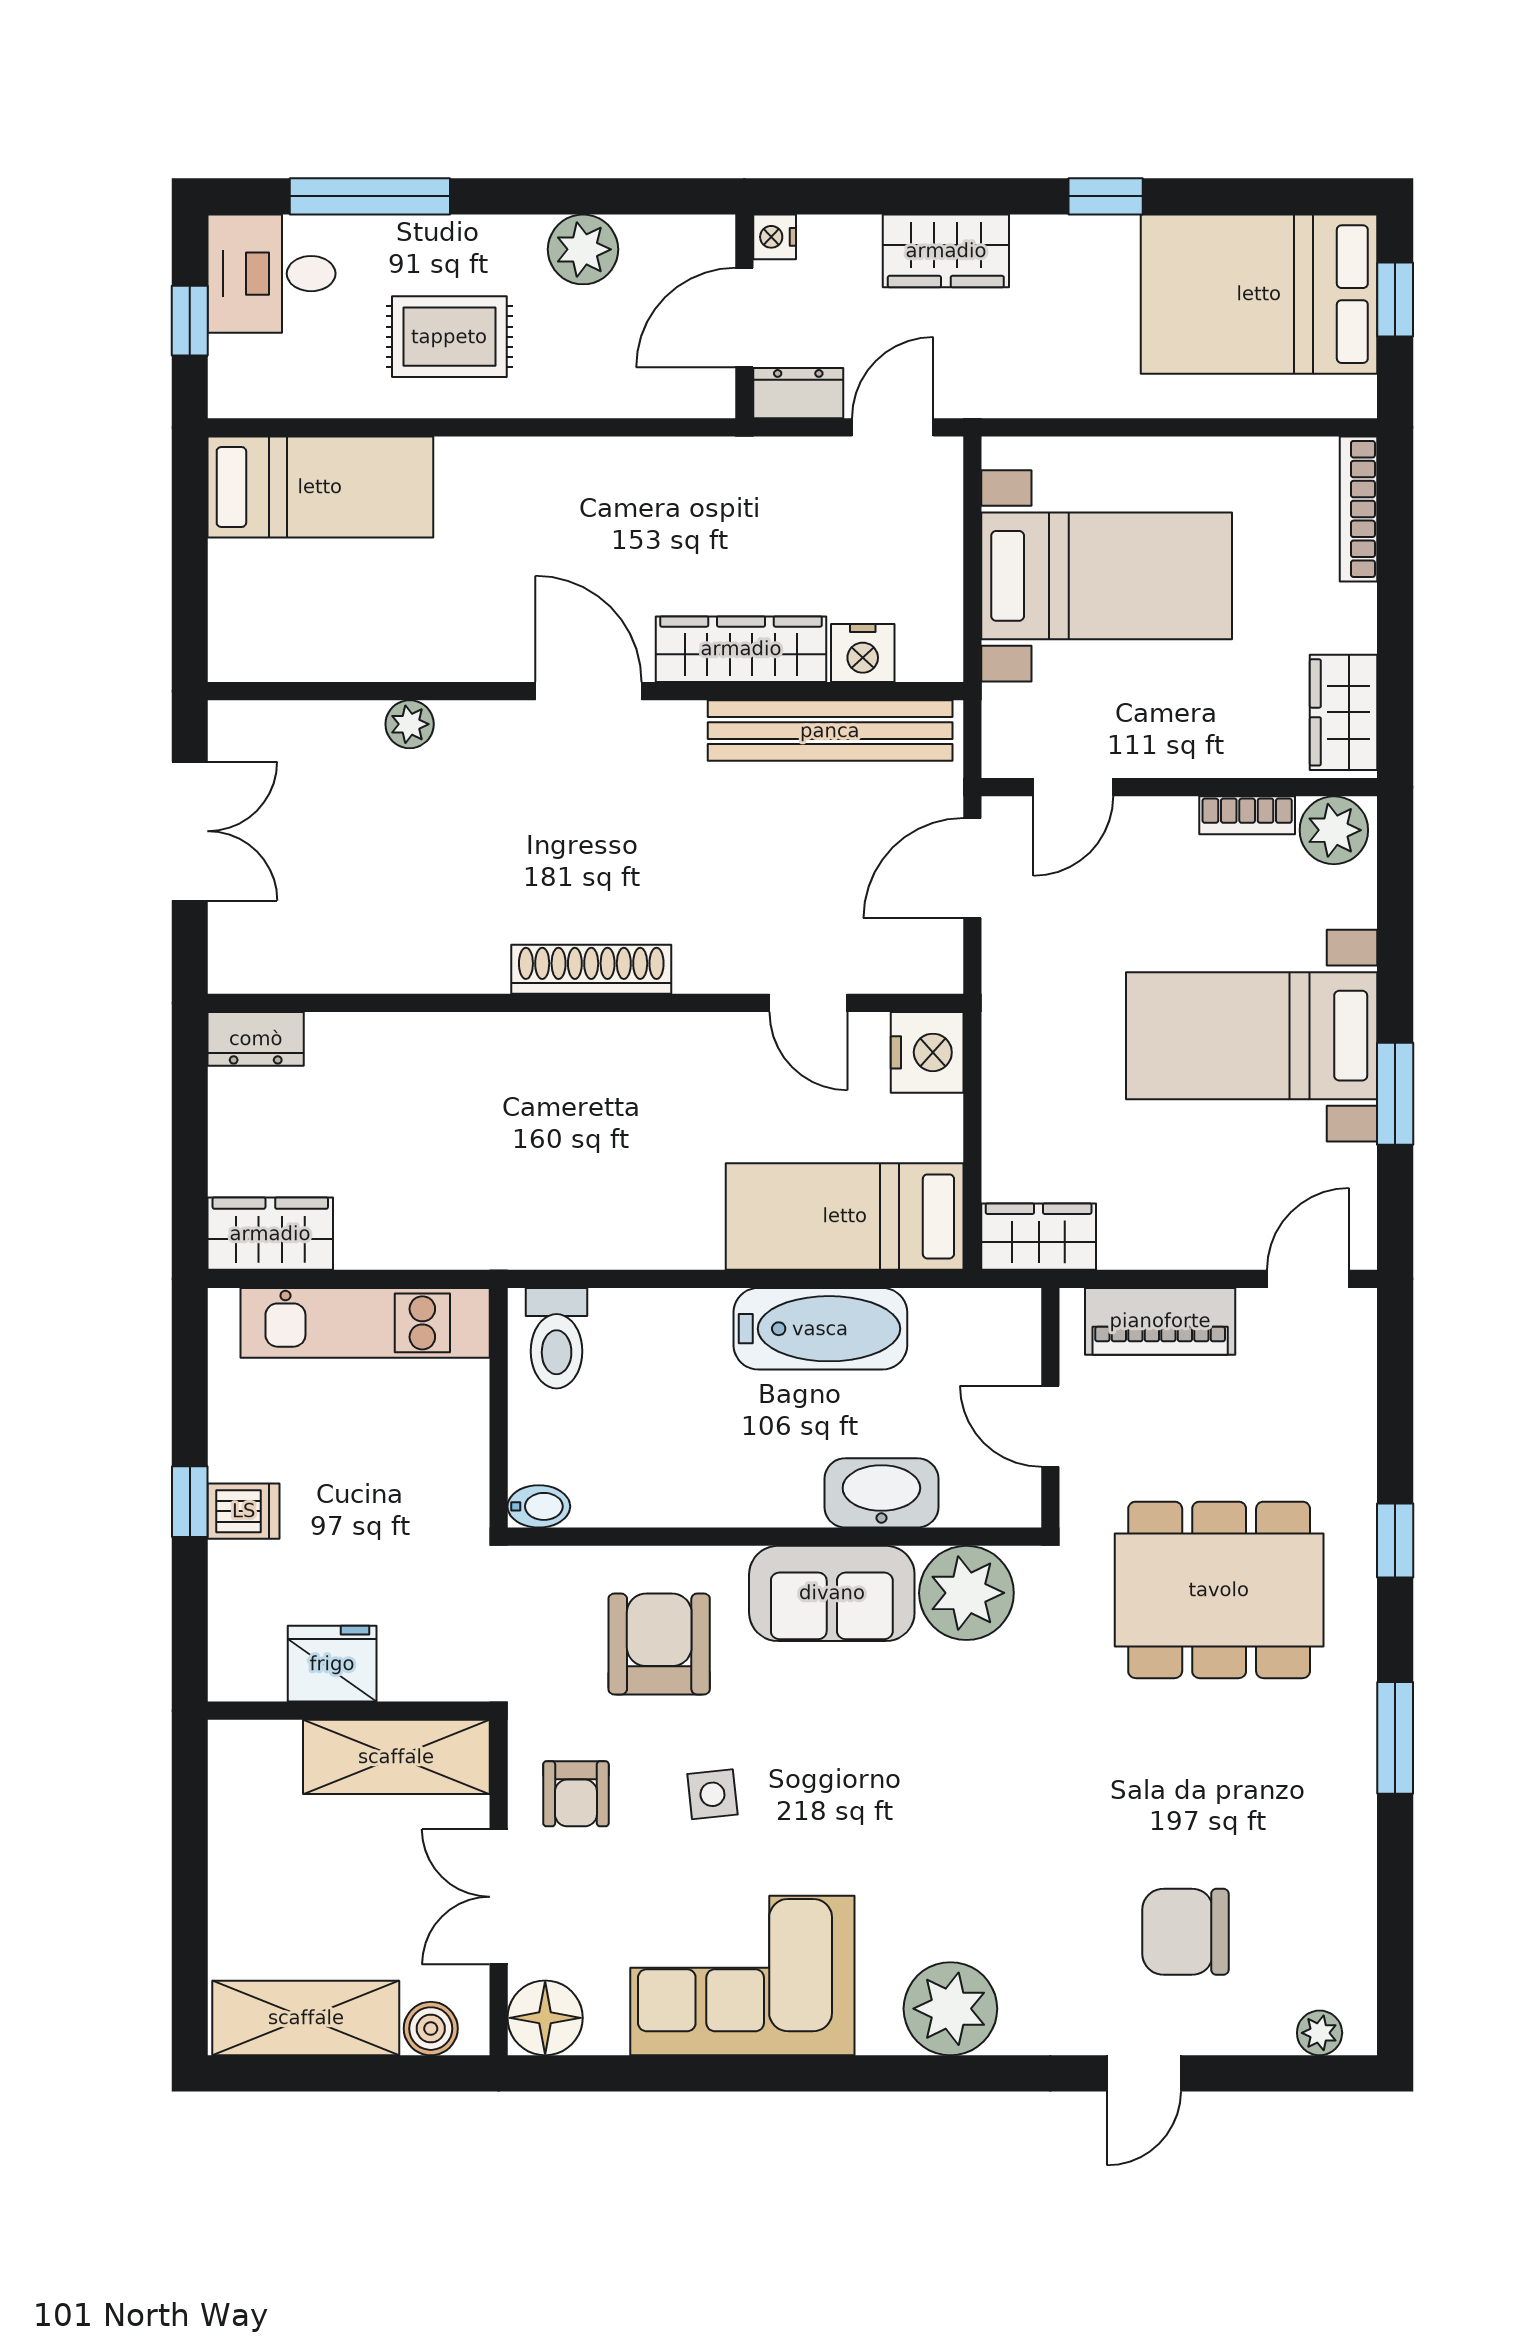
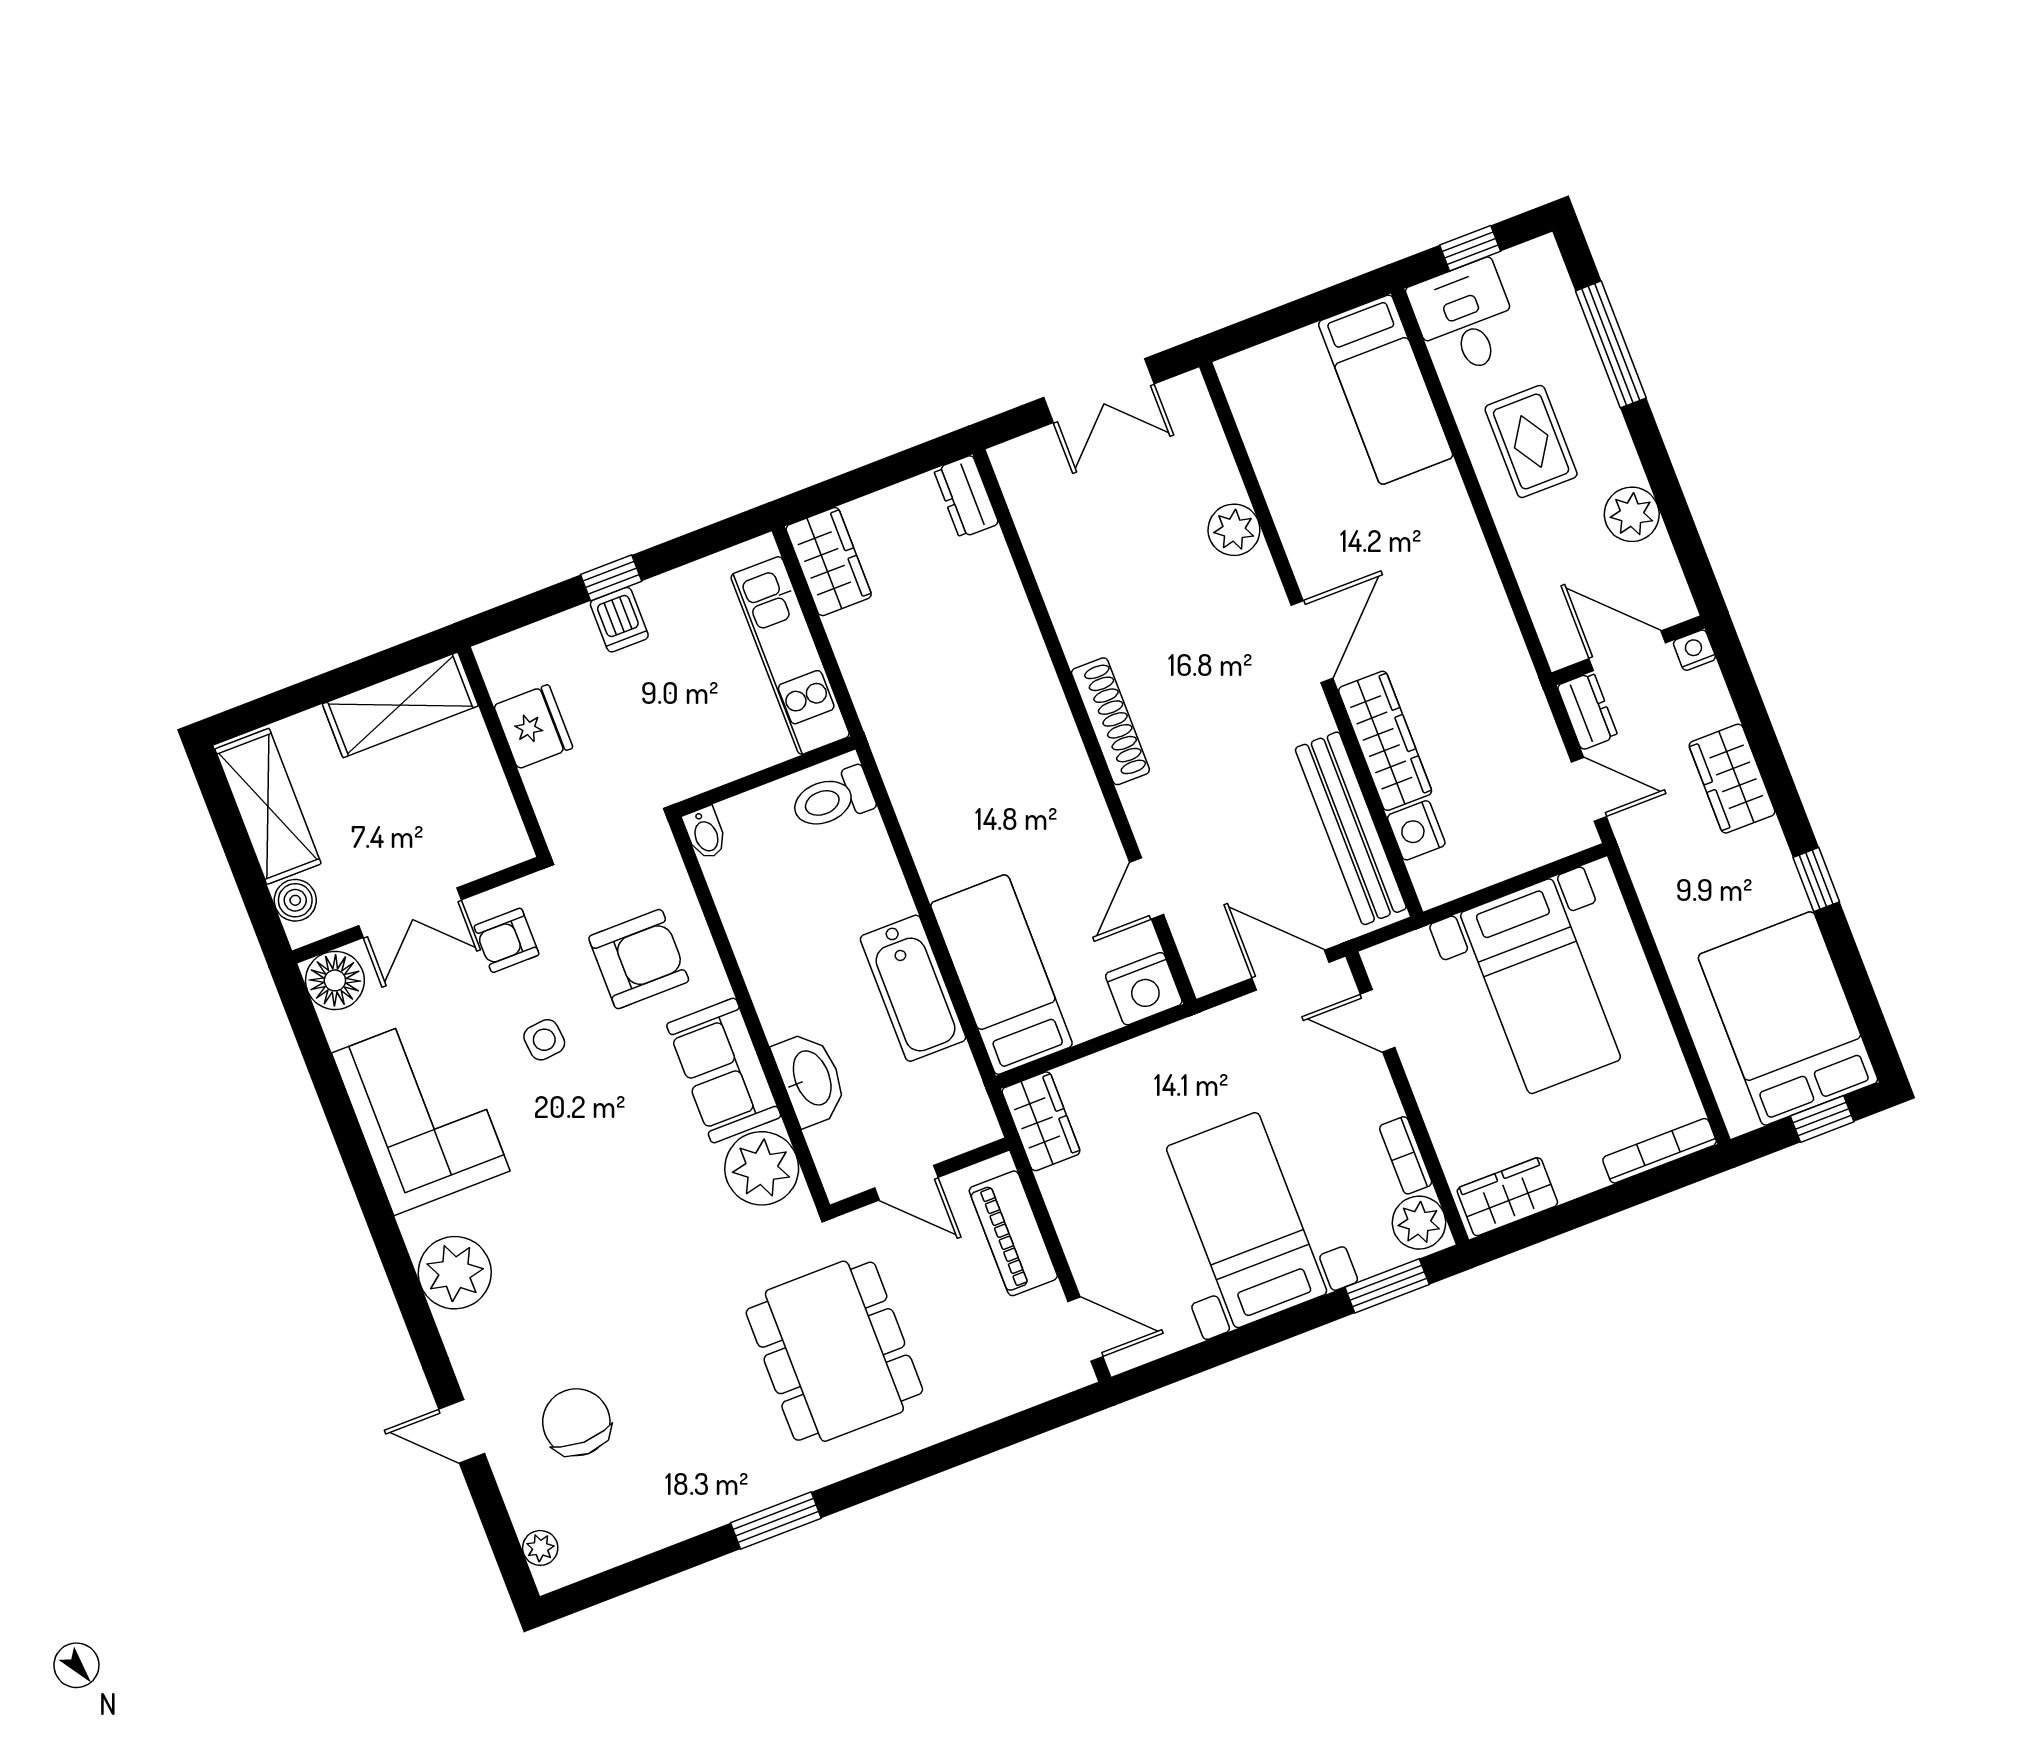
desk: (272, 274) -> (1465, 318), moved
plant: (410, 724) -> (1234, 530), width x1.38, depth x1.38
window: (1395, 1094) -> (1387, 1286), moved
door: (1050, 1426) -> (906, 1183), swing flipped
window: (1395, 1540) -> (919, 1465), removed
shelving: (396, 1757) -> (400, 705), moved, turned 90
double door: (499, 1897) -> (410, 913), swing flipped

